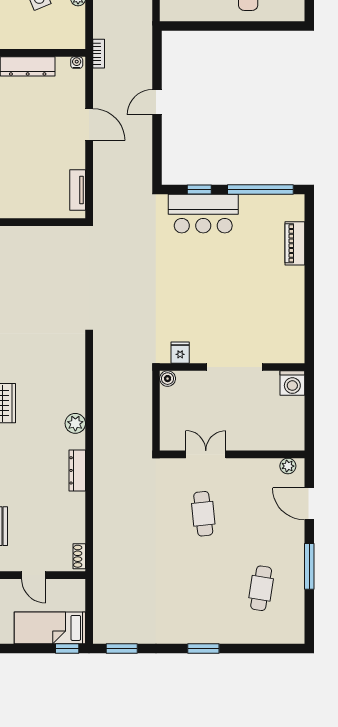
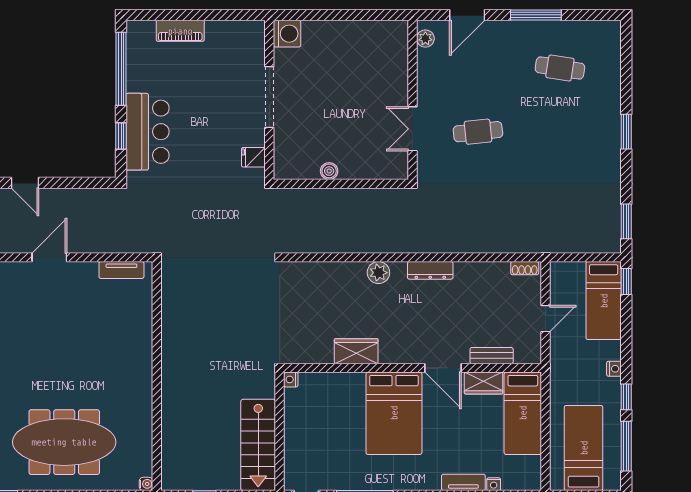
fridge: (180, 353) -> (253, 157), moved
wall: (232, 367) -> (269, 100), moved
doorway: (235, 367) -> (269, 97), moved
washing machine: (292, 383) -> (287, 34), moved

